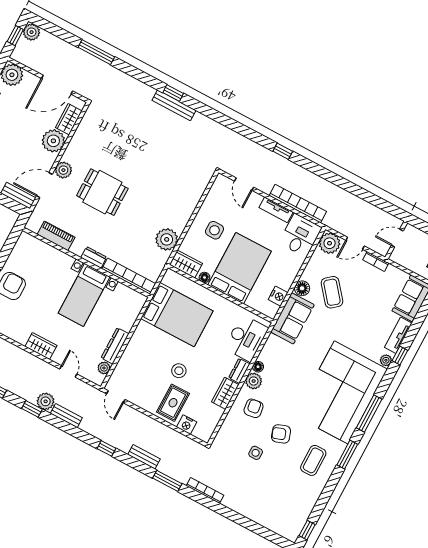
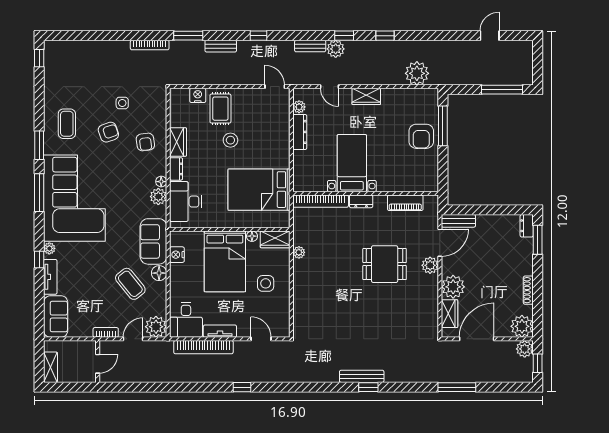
plant: (32, 32) -> (525, 349), moved
plant: (167, 239) -> (299, 252), width x0.53, depth x0.53
plant: (254, 381) -> (158, 197), moved

